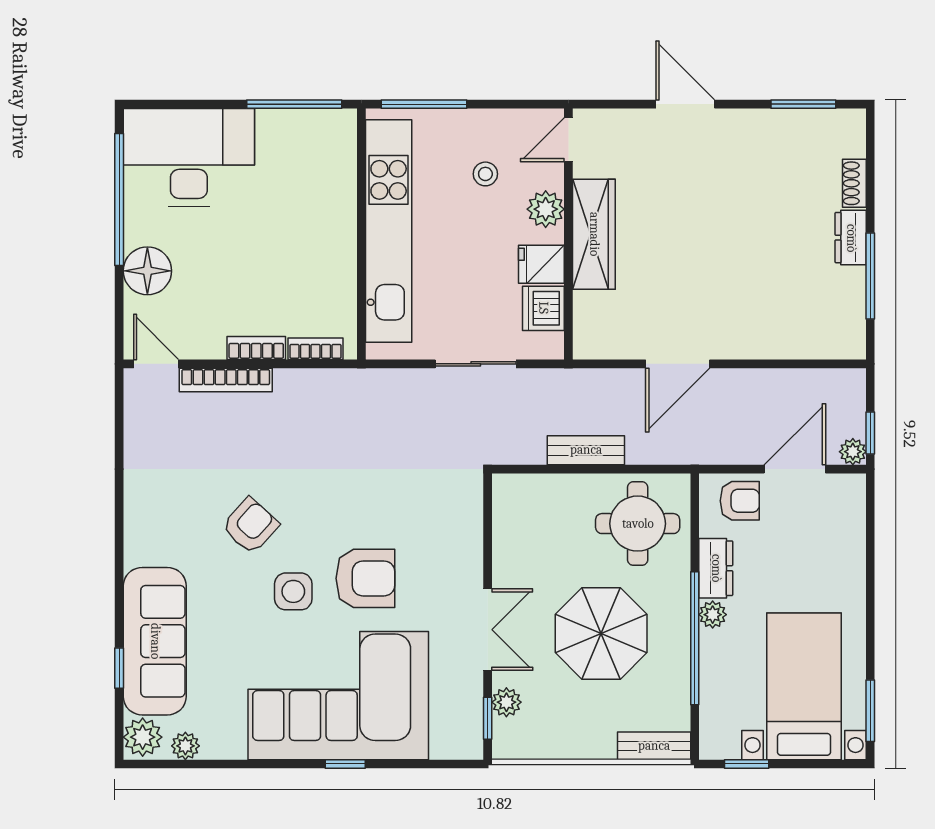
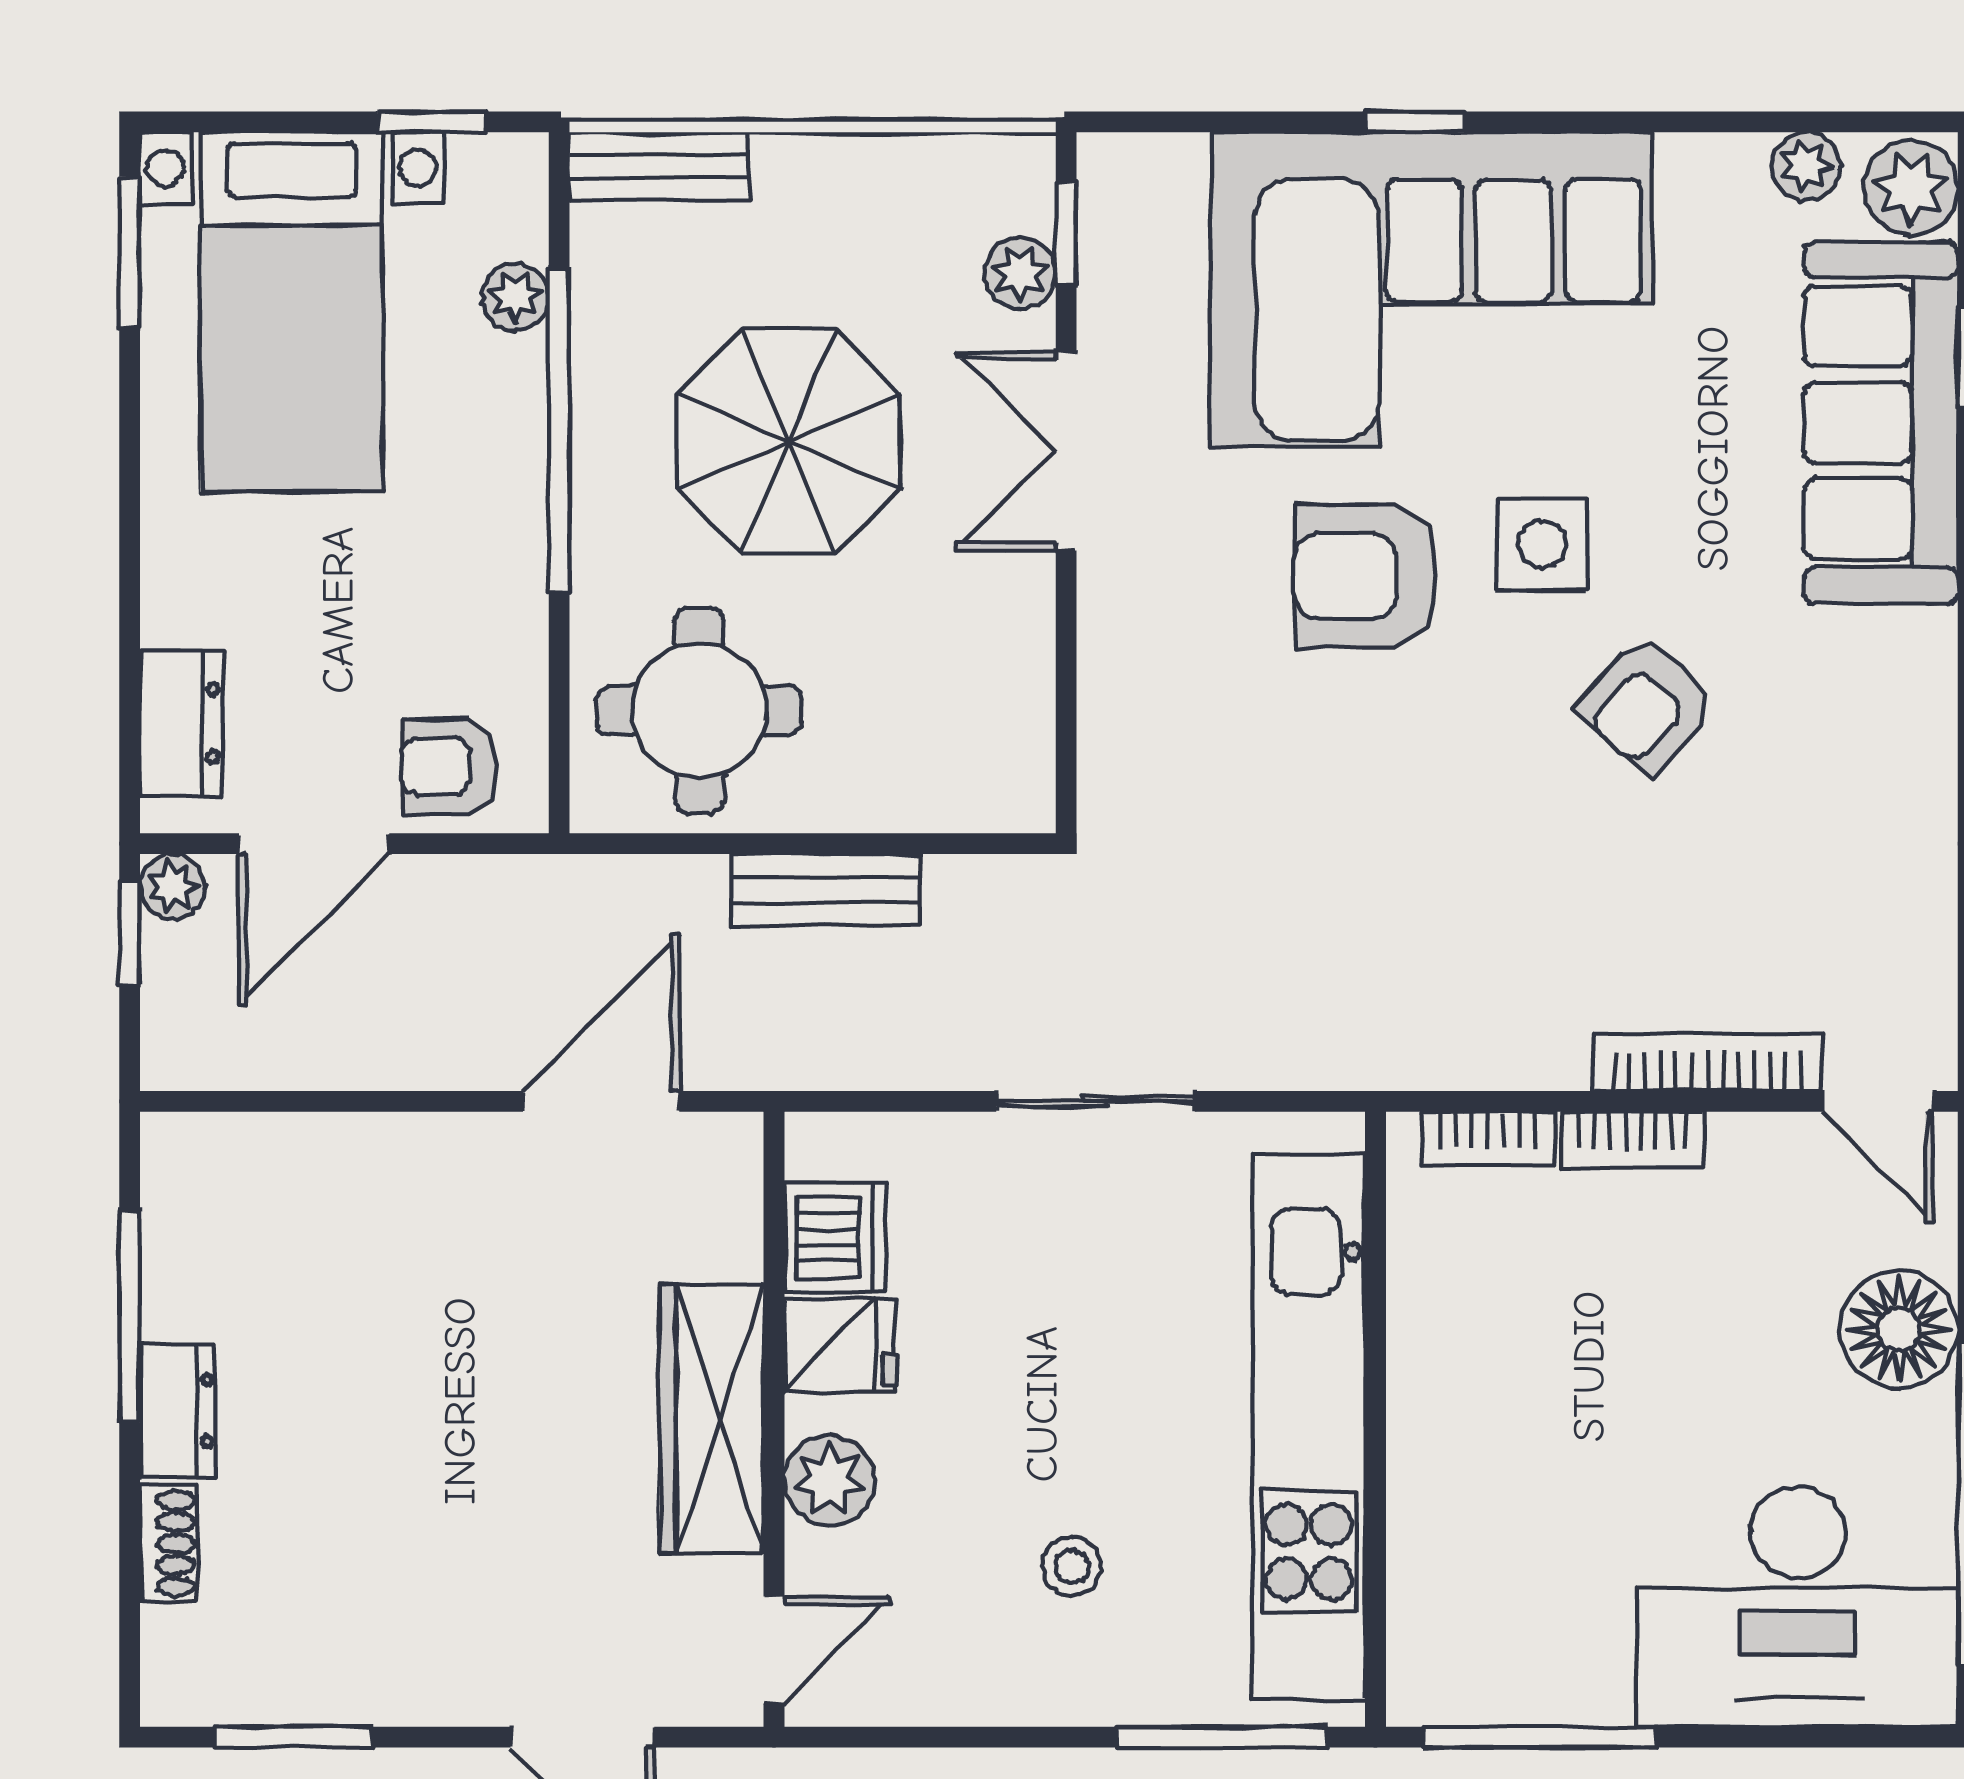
door: (568, 140) -> (774, 1650), moved
plant: (546, 209) -> (830, 1480), moved
wall: (568, 234) -> (774, 1419), moved
wardrobe: (594, 234) -> (712, 1419), moved
fridge: (541, 264) -> (840, 1345), moved
dishwasher: (543, 308) -> (835, 1237), moved
dresser: (716, 568) -> (181, 723), moved, turned 180
plant: (713, 615) -> (515, 297), moved

